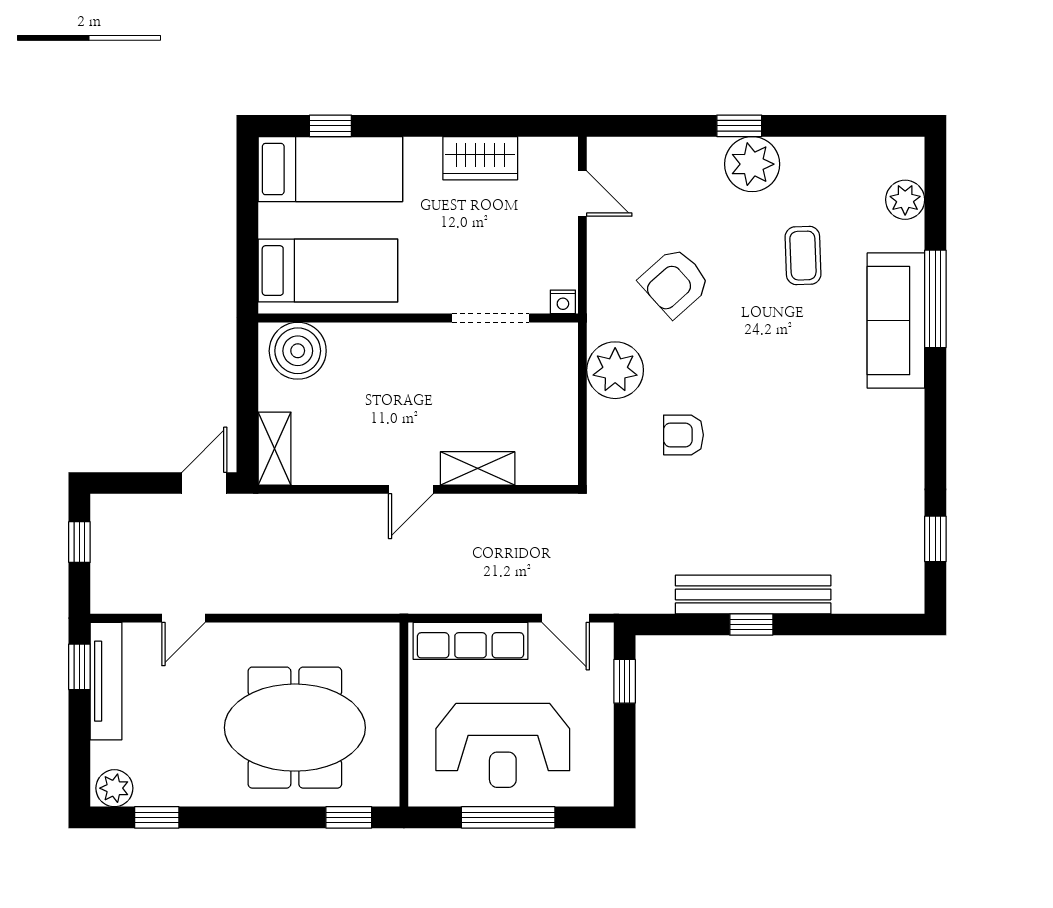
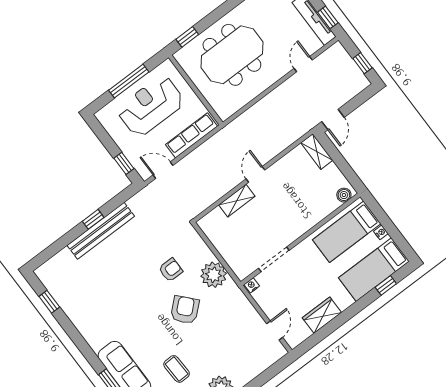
door: (582, 194) -> (275, 330), swing flipped
nightstand: (269, 224) -> (381, 232), added
armchair: (675, 282) -> (185, 310), moved
boiler: (298, 351) -> (344, 195), width x0.54, depth x0.54

